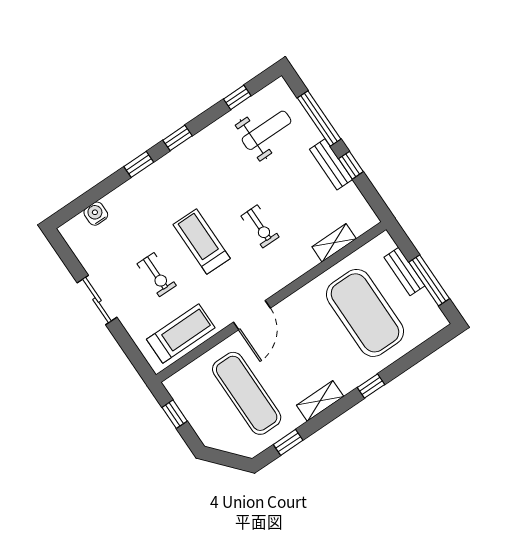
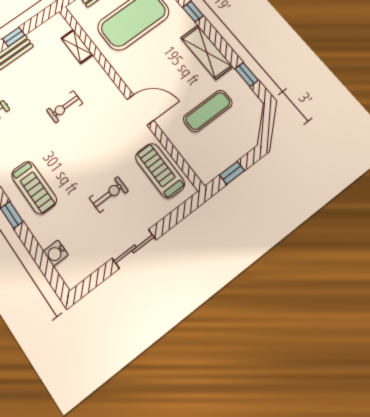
exercise bike: (260, 226) -> (65, 107), turned 180
treadmill: (202, 241) -> (34, 187), moved, turned -90
exercise mat: (247, 393) -> (208, 111), width x0.73, depth x0.69
shelving: (320, 401) -> (207, 52), width x1.50, depth x1.33

